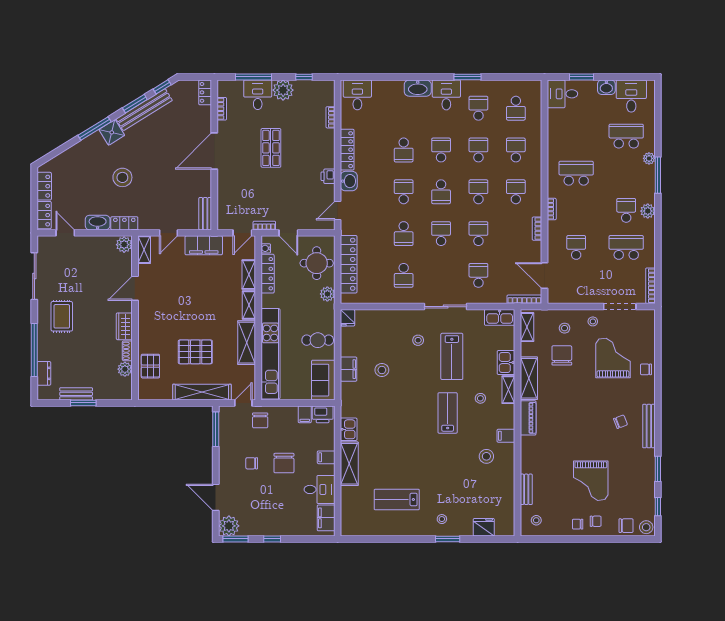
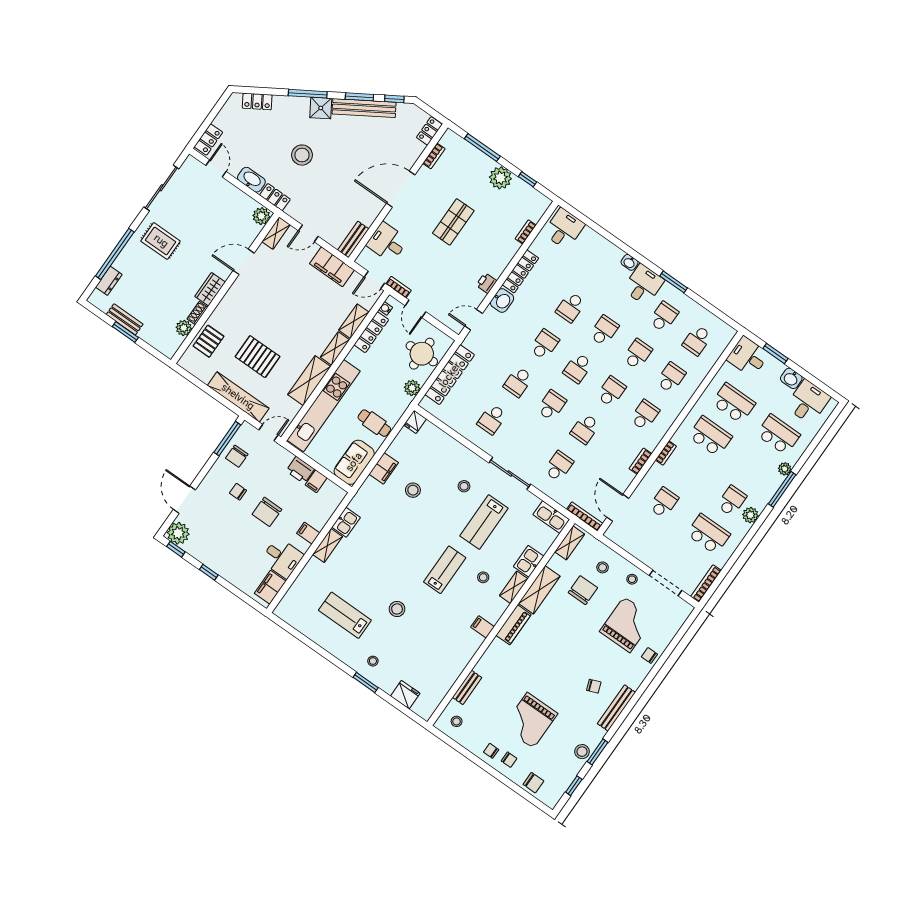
washbasin: (418, 88) -> (629, 262), width x0.52, depth x0.69
desk: (258, 95) -> (387, 242), moved, turned -90
school desk: (576, 136) -> (734, 403), added
locker: (44, 186) -> (257, 101), moved, turned 58
school desk: (478, 234) -> (585, 429), turned 180
rug: (62, 316) -> (161, 241), turned 90
printer: (323, 414) -> (300, 470), moved
chair: (260, 420) -> (237, 456), moved
stool: (486, 456) -> (397, 609), moved
shelving: (349, 464) -> (328, 545), width x0.67, depth x0.75
stool: (646, 527) -> (582, 752), moved
window: (235, 539) -> (176, 549), width x0.67

